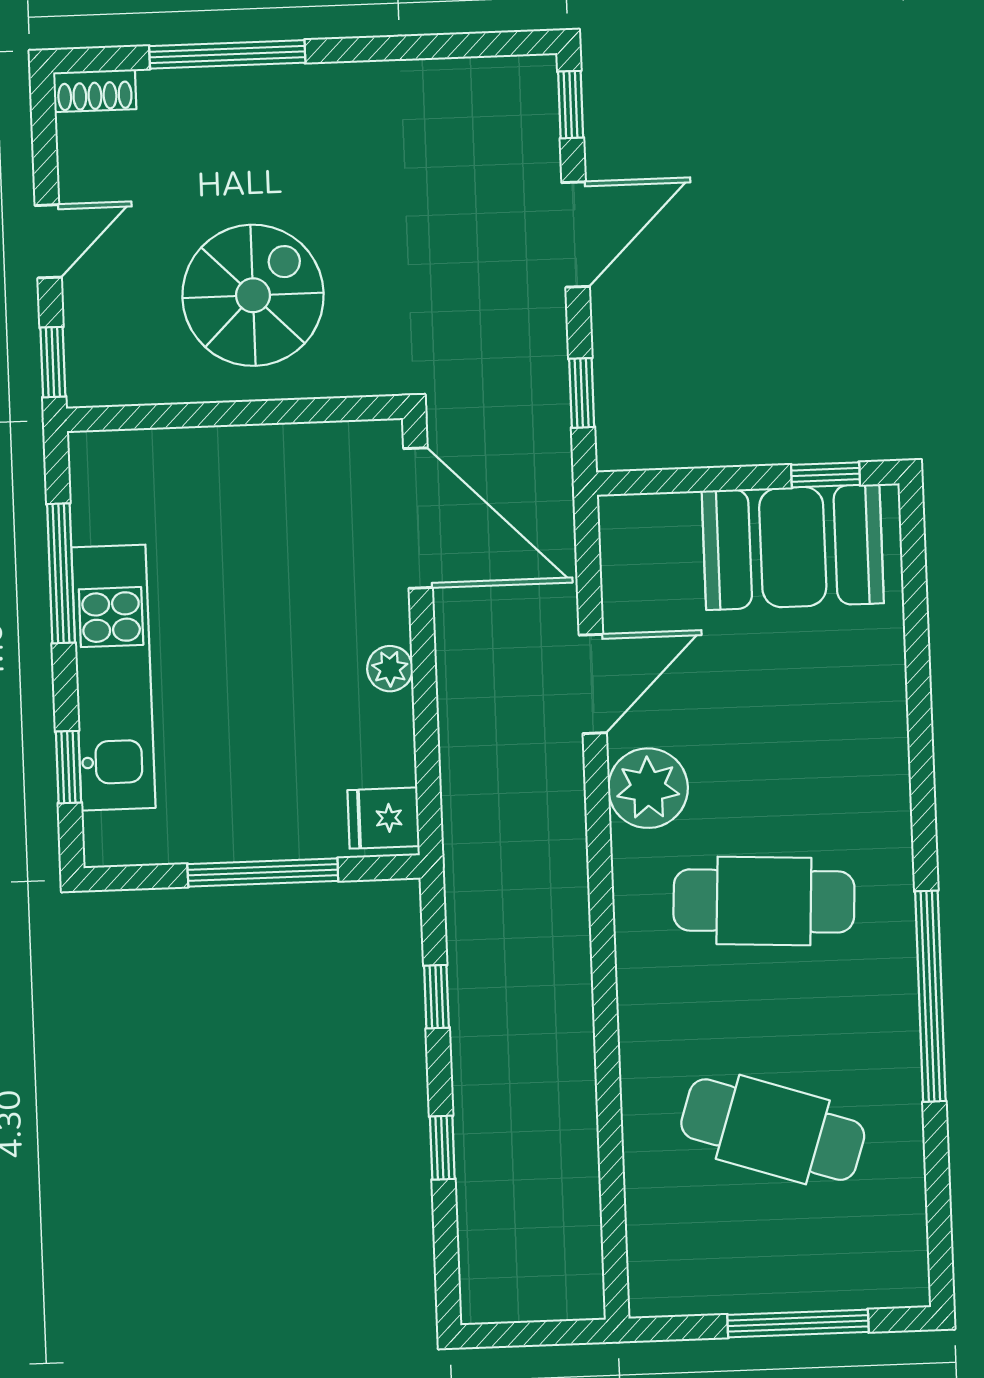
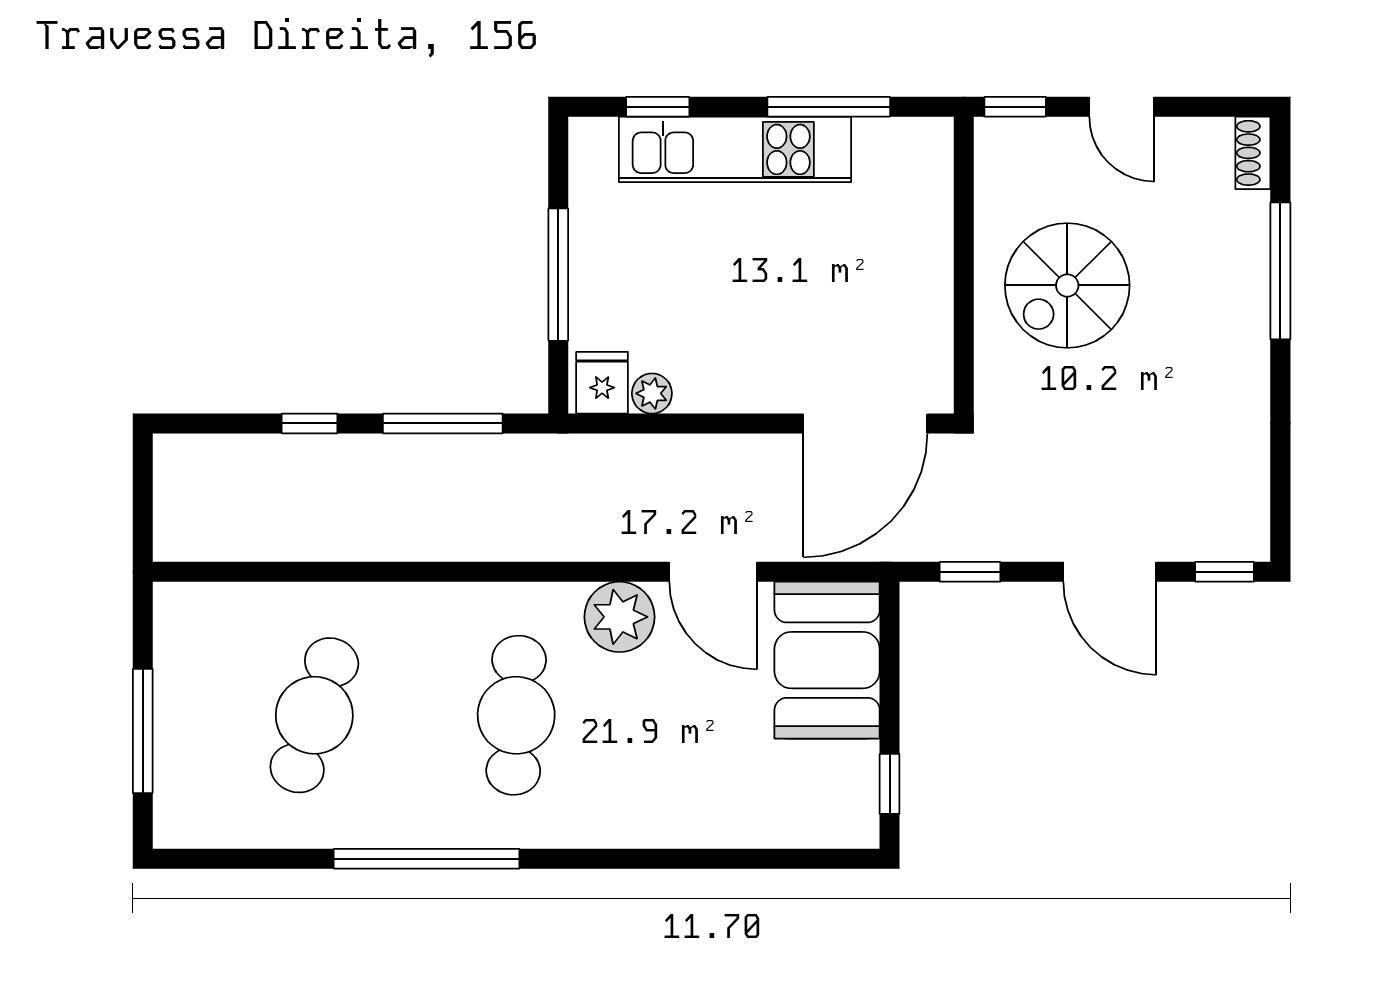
spiral stairs: (253, 295) -> (1067, 285), turned 90
booth: (793, 547) -> (827, 660), moved
plant: (390, 669) -> (652, 393), moved
window: (436, 997) -> (443, 423), width x2.17

